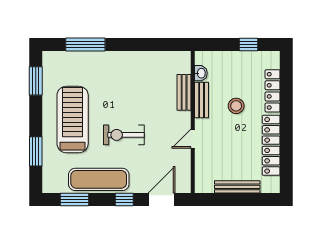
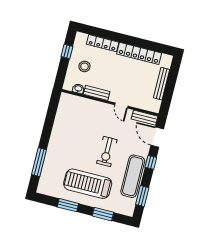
window: (36, 81) -> (68, 205), moved
bench: (184, 92) -> (145, 118), moved
stool: (236, 106) -> (84, 66), moved

